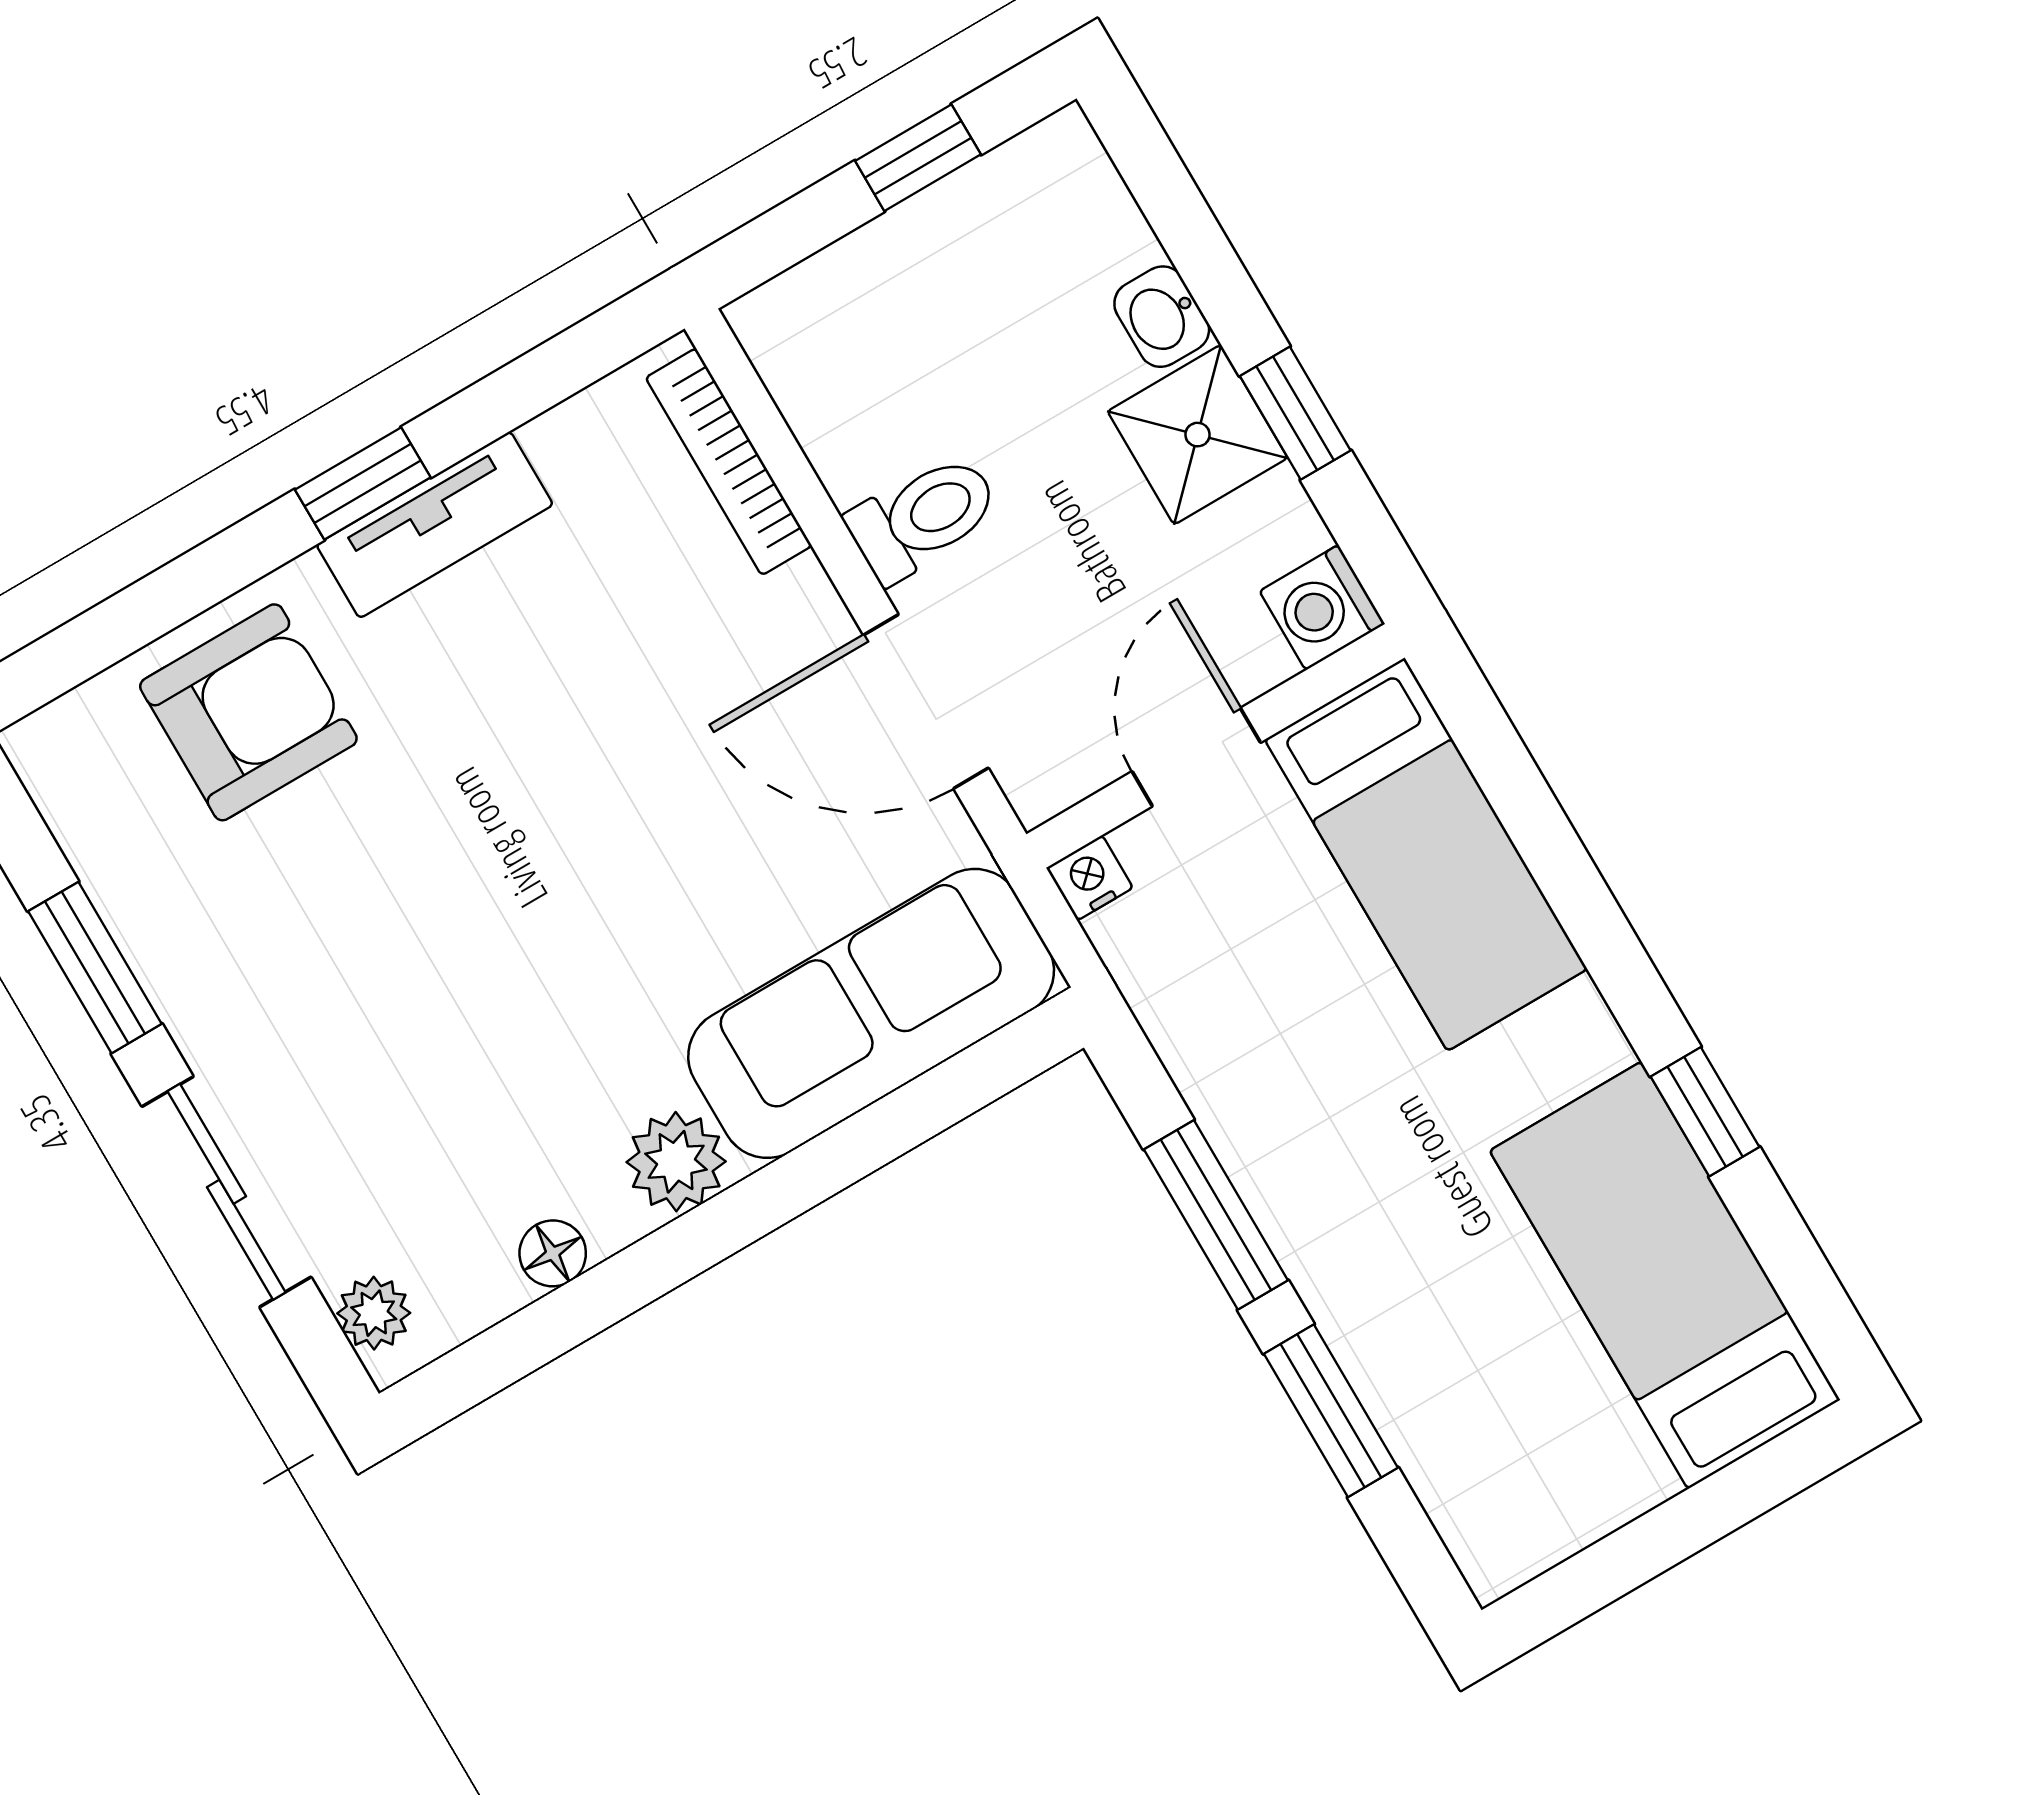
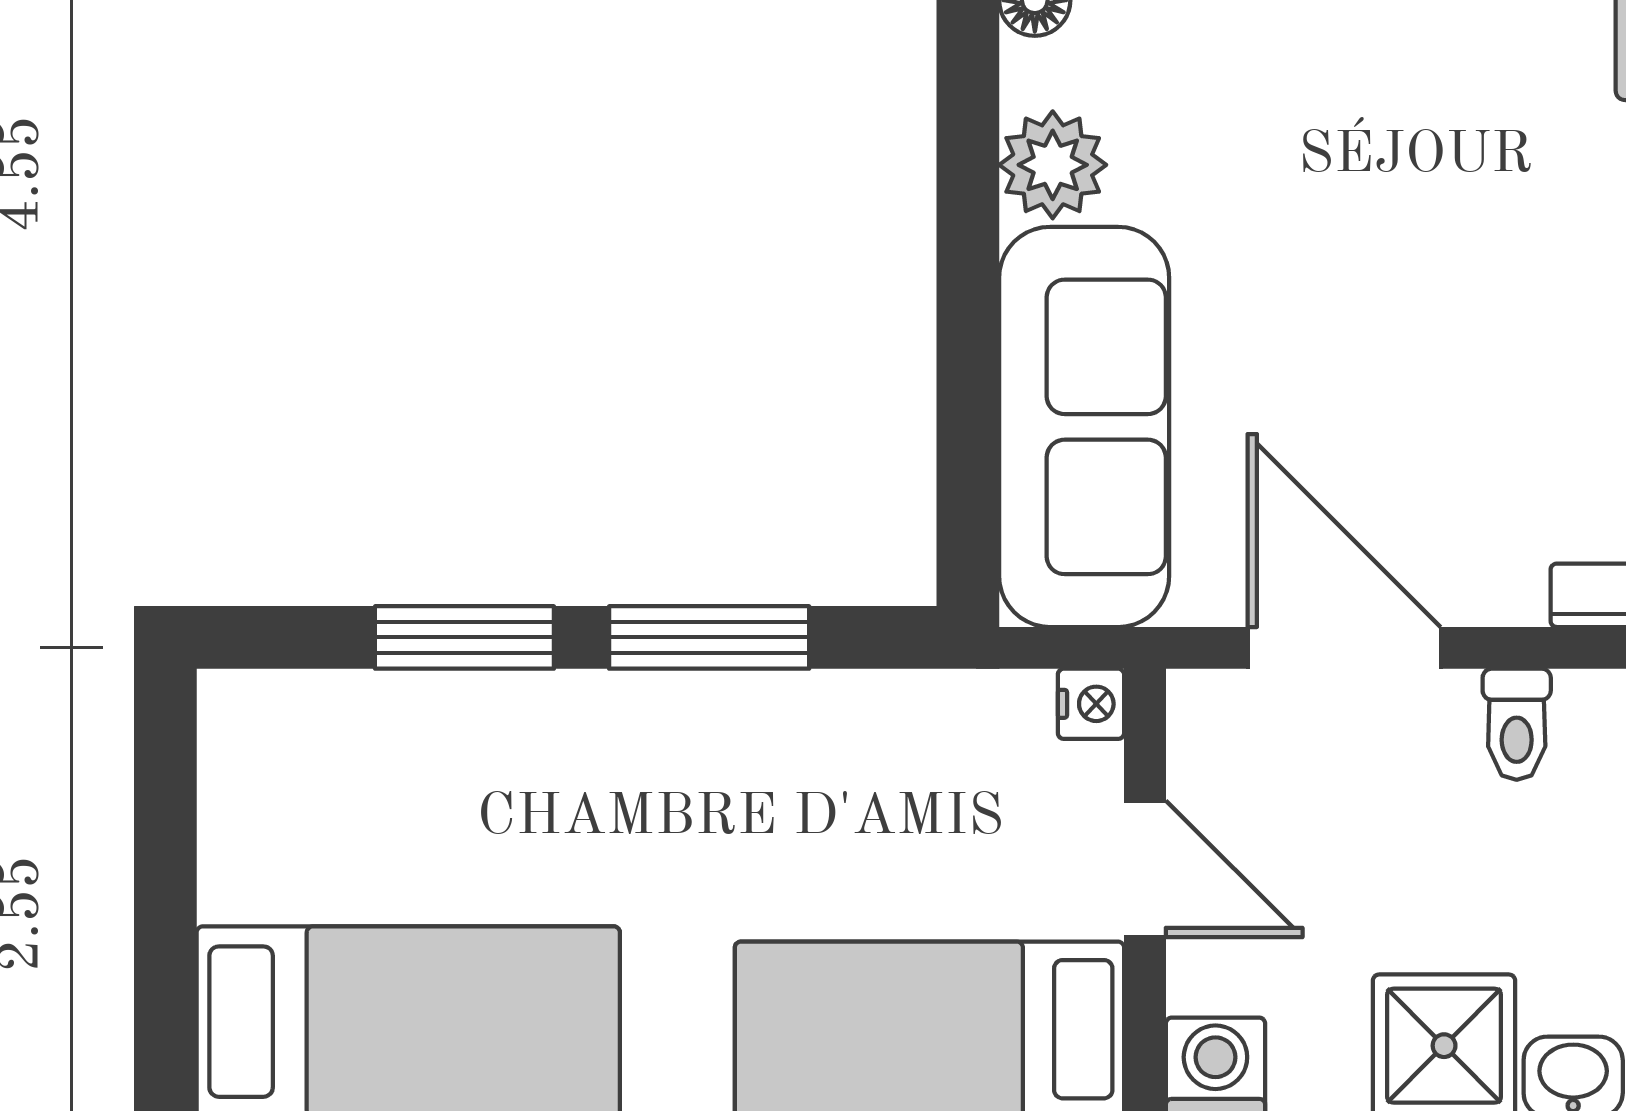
toilet: (923, 517) -> (1517, 724), width x0.73, depth x0.72
door: (926, 702) -> (1344, 648), hinge flipped

